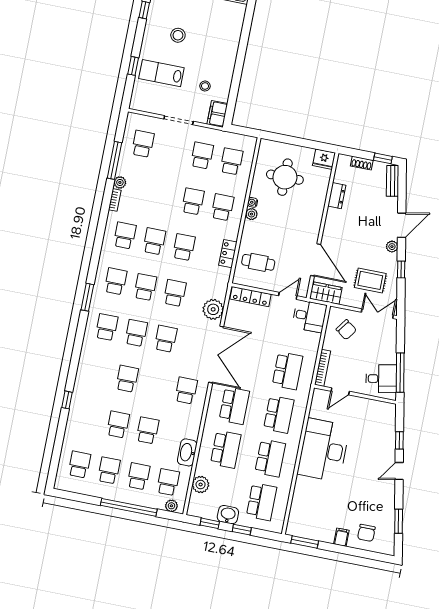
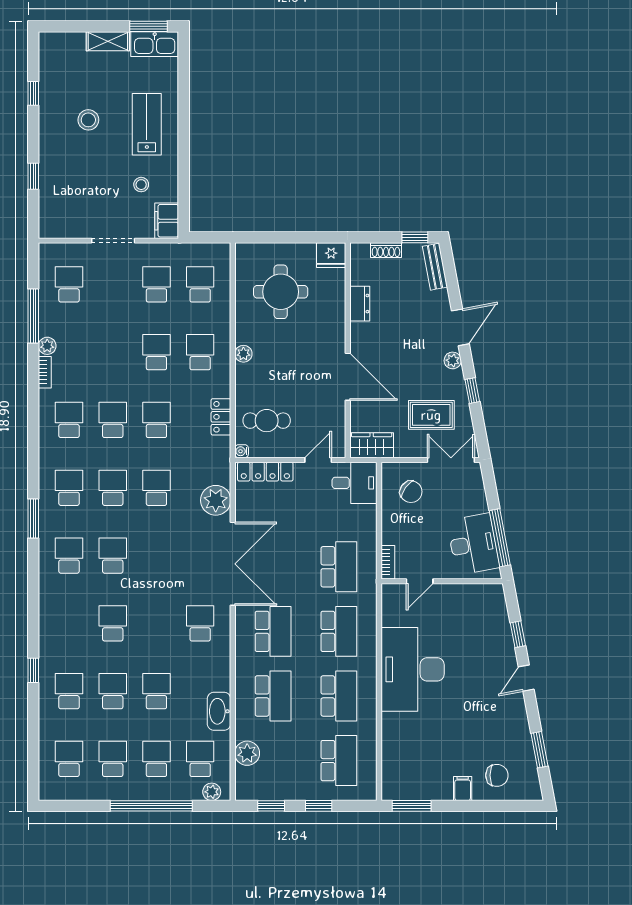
lab bench: (161, 73) -> (147, 124), moved, turned 90
water cooler: (253, 202) -> (242, 451), moved
door: (316, 260) -> (348, 377), moved
school desk: (166, 339) -> (69, 691), moved
bookcase: (322, 368) -> (388, 562), width x0.64
desk: (381, 379) -> (473, 544), width x1.37
washbasin: (228, 515) -> (295, 788), removed
chair: (366, 533) -> (497, 775), turned -90

